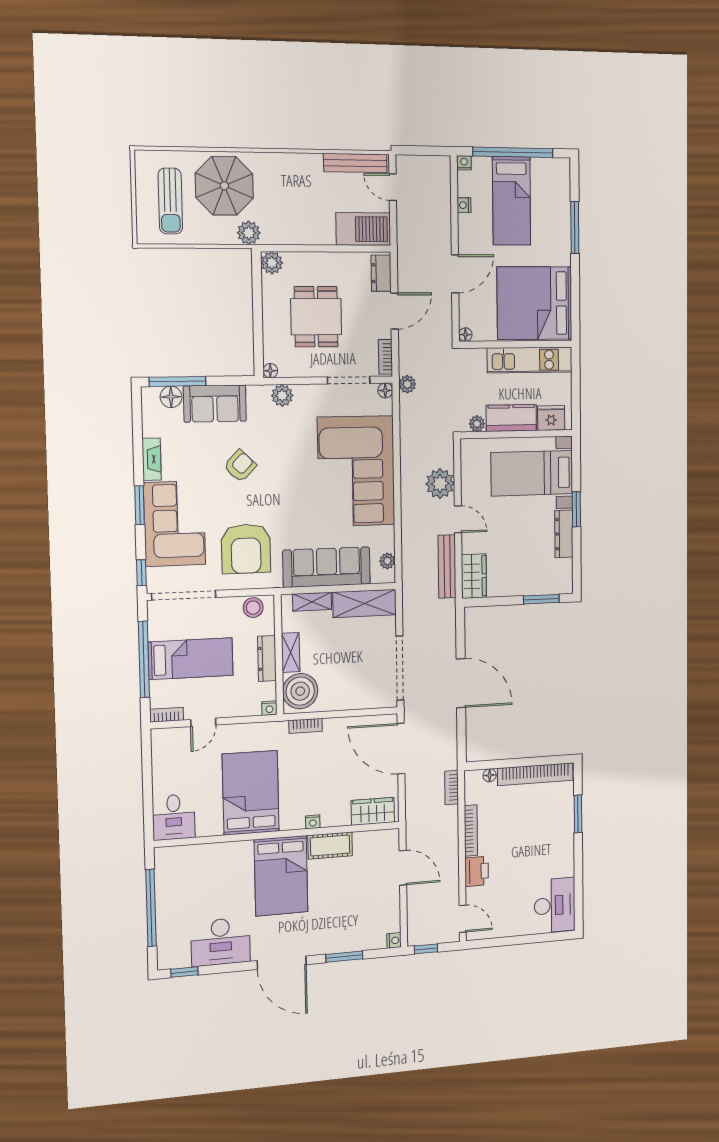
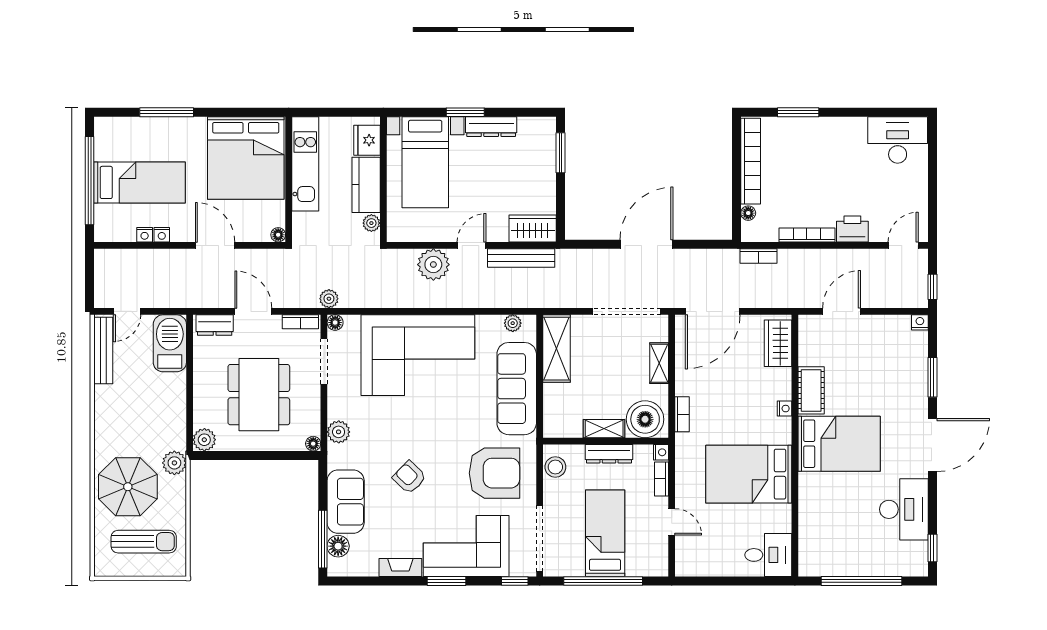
nightstand: (464, 163) -> (162, 235), moved, turned -90
dining table: (316, 317) -> (259, 395), width x1.38
shelving: (312, 602) -> (659, 363), moved
bookcase: (167, 715) -> (661, 479), moved

